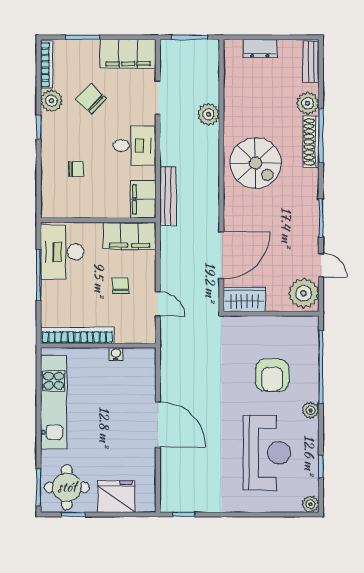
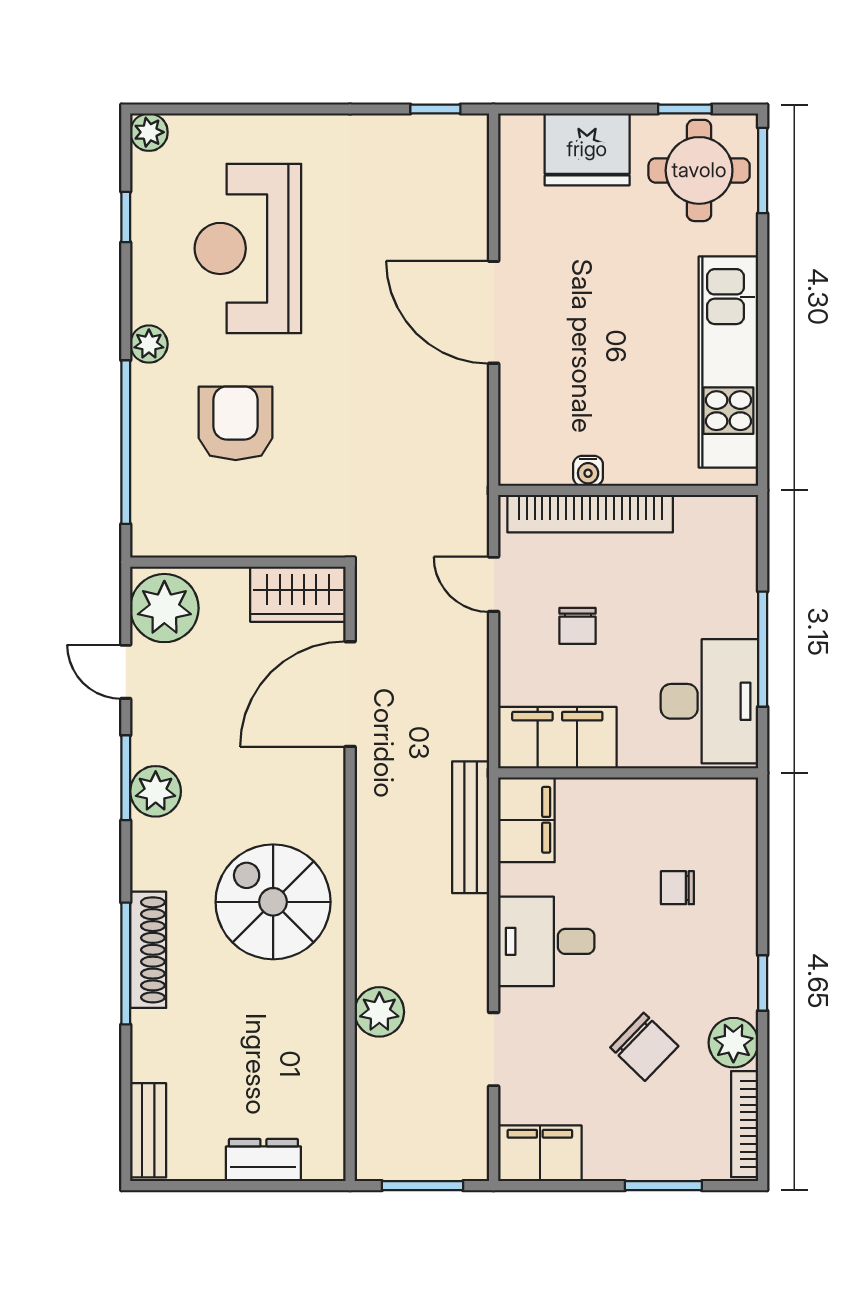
filing cabinet: (128, 54) -> (540, 1153), width x0.67, depth x0.86
plant: (308, 103) -> (156, 791), moved
bookcase: (77, 335) -> (590, 514), moved

